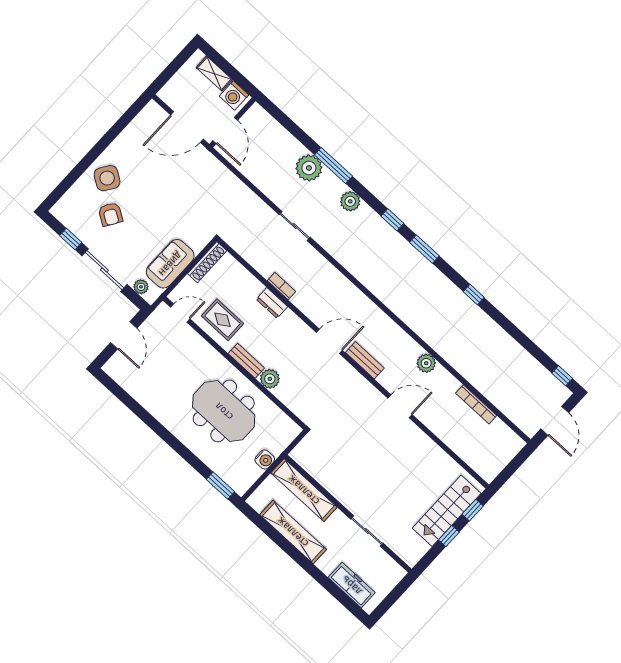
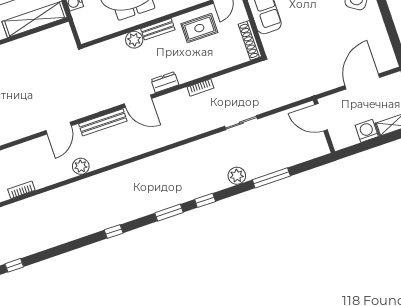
wall: (233, 123) -> (324, 126), moved
door: (225, 130) -> (321, 117), moved
plant: (309, 168) -> (280, 158), removed
dresser: (272, 303) -> (165, 82), moved
door: (329, 341) -> (138, 101), hinge flipped
bench: (365, 360) -> (103, 122), width x1.36
bookcase: (476, 404) -> (21, 190), width x0.64

